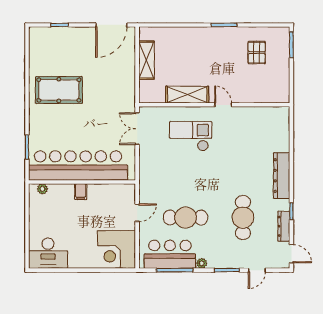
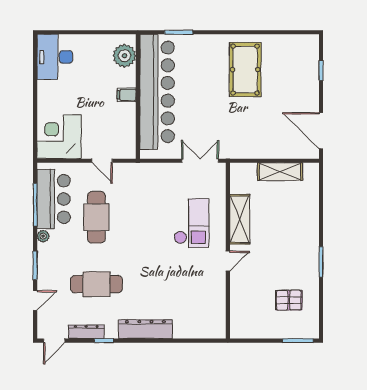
plant: (42, 189) -> (124, 56), width x1.88, depth x1.88
door: (257, 270) -> (35, 300), swing flipped

